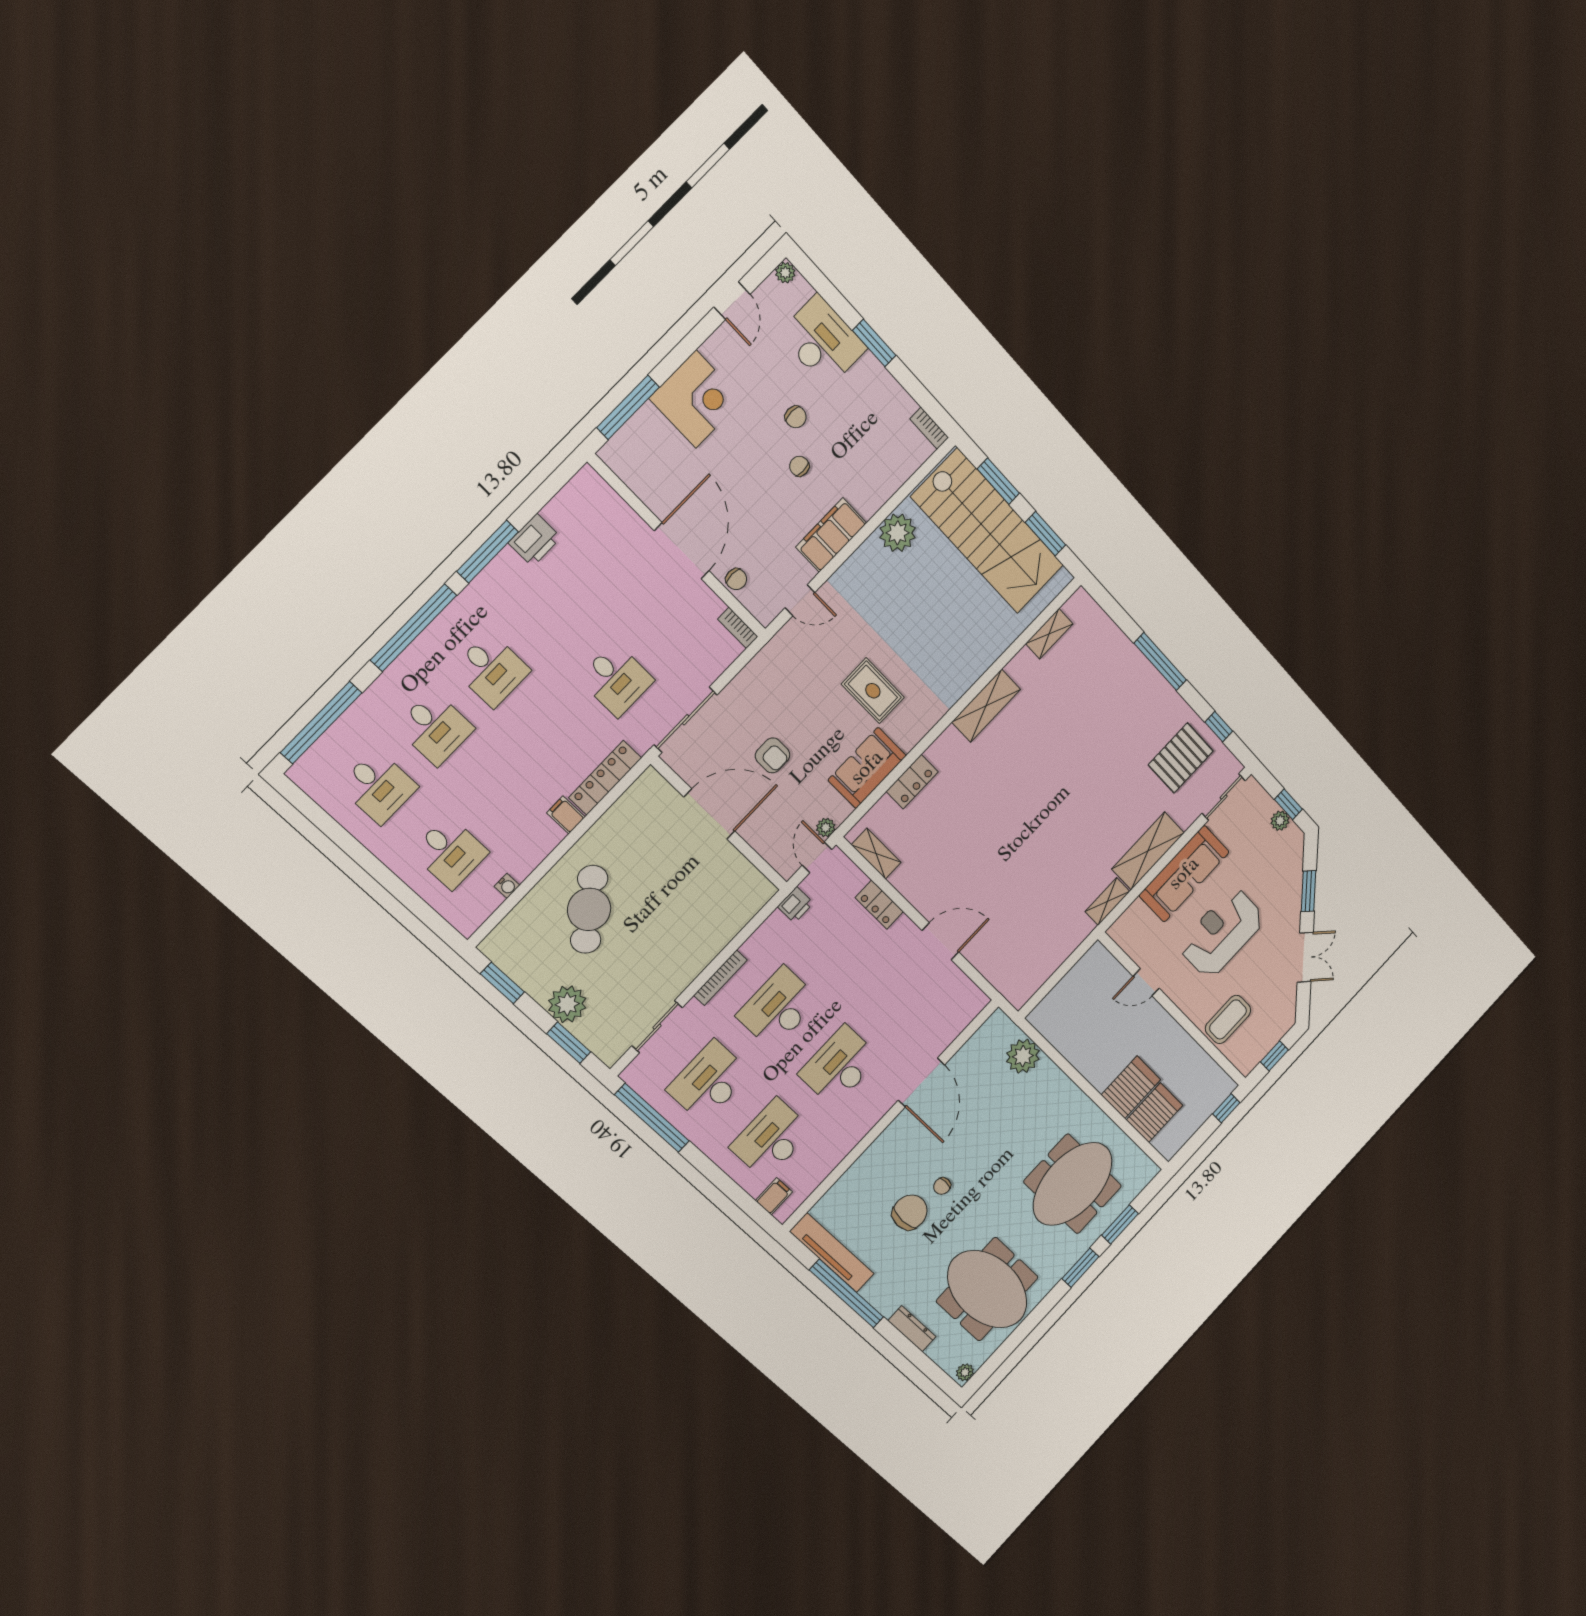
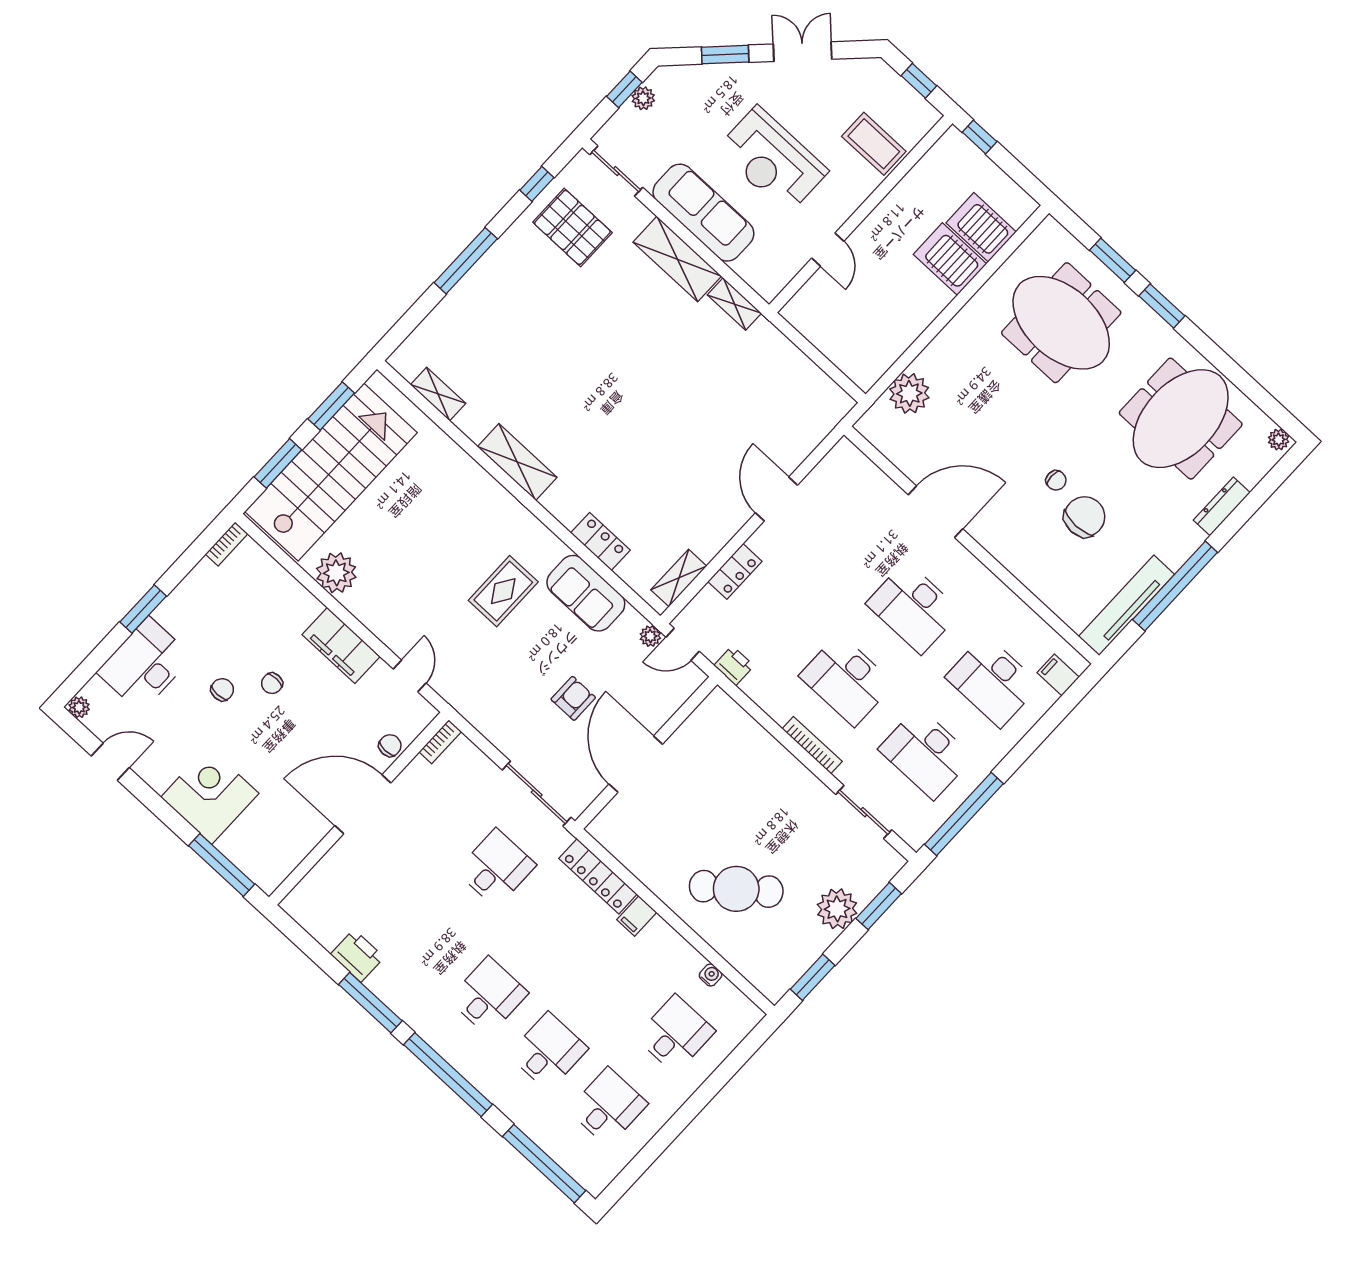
chair: (910, 1212) -> (1085, 517), turned 90

